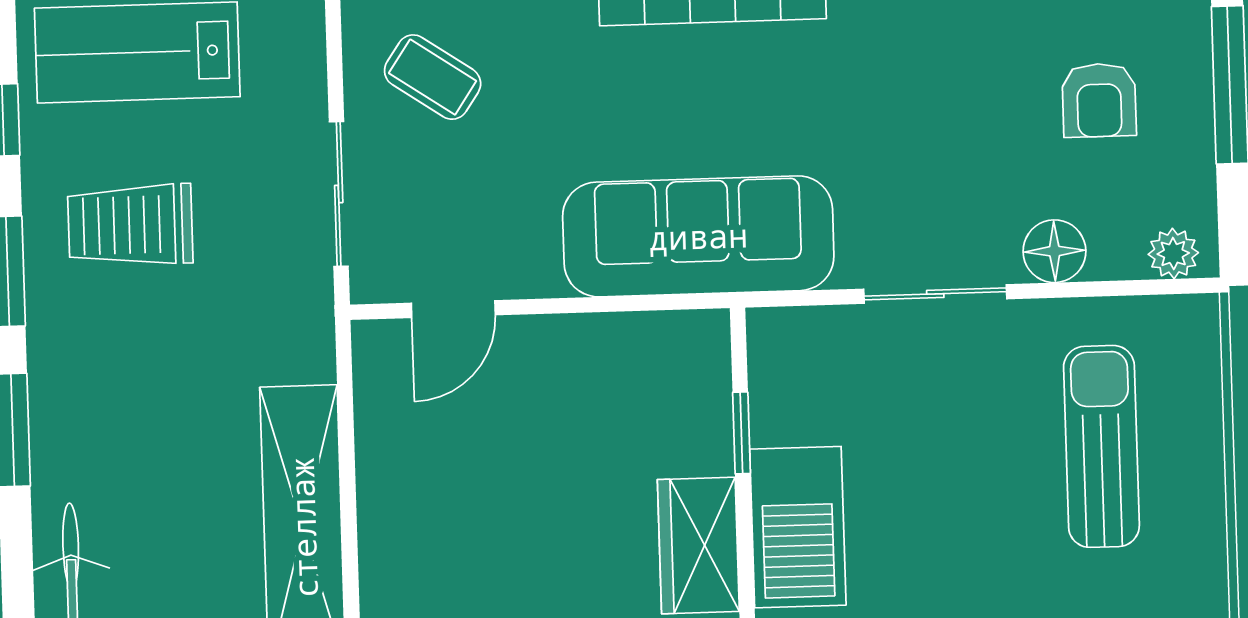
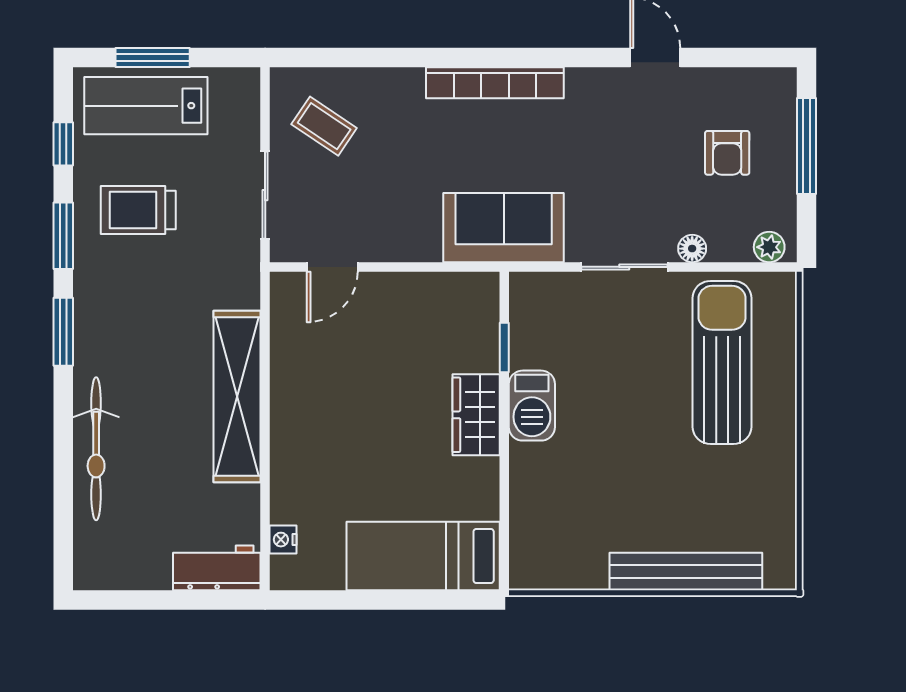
sofa: (698, 236) -> (504, 228), width x0.73
floor lamp: (1054, 251) -> (692, 249), width x0.73, depth x0.73
sun lounger: (1101, 446) -> (722, 362), width x1.36, depth x1.34
barbecue: (798, 527) -> (532, 406), width x0.73, depth x0.83

